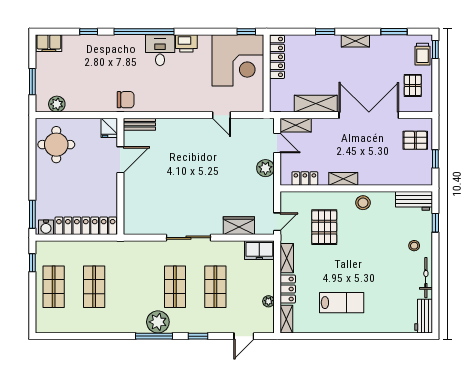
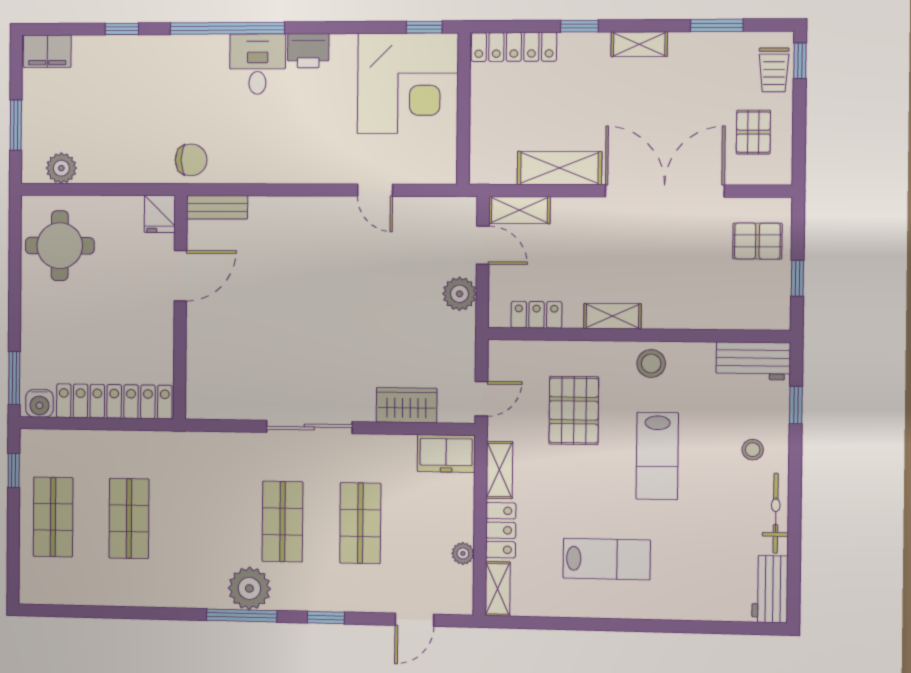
locker: (277, 57) -> (514, 47), moved, turned 90
lab bench: (367, 250) -> (657, 456), added

